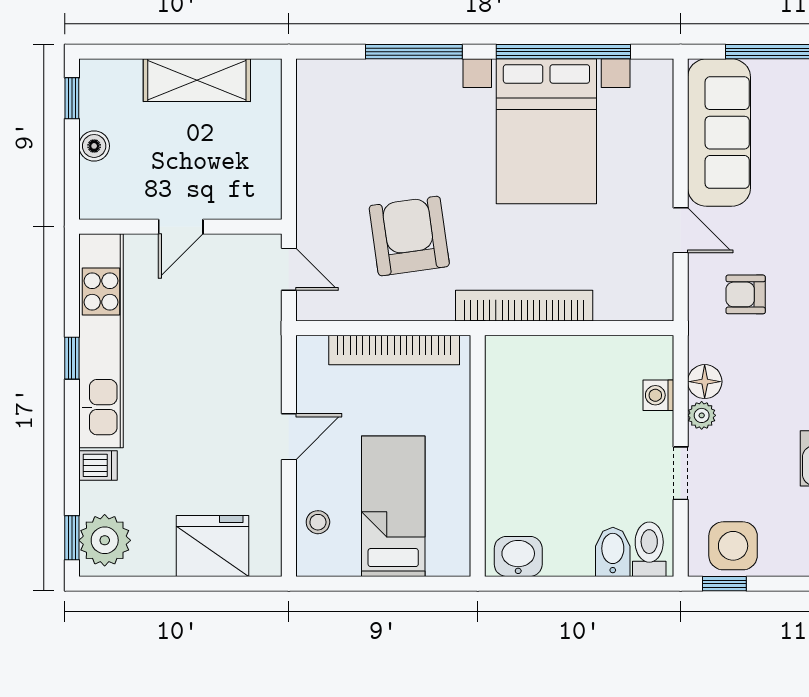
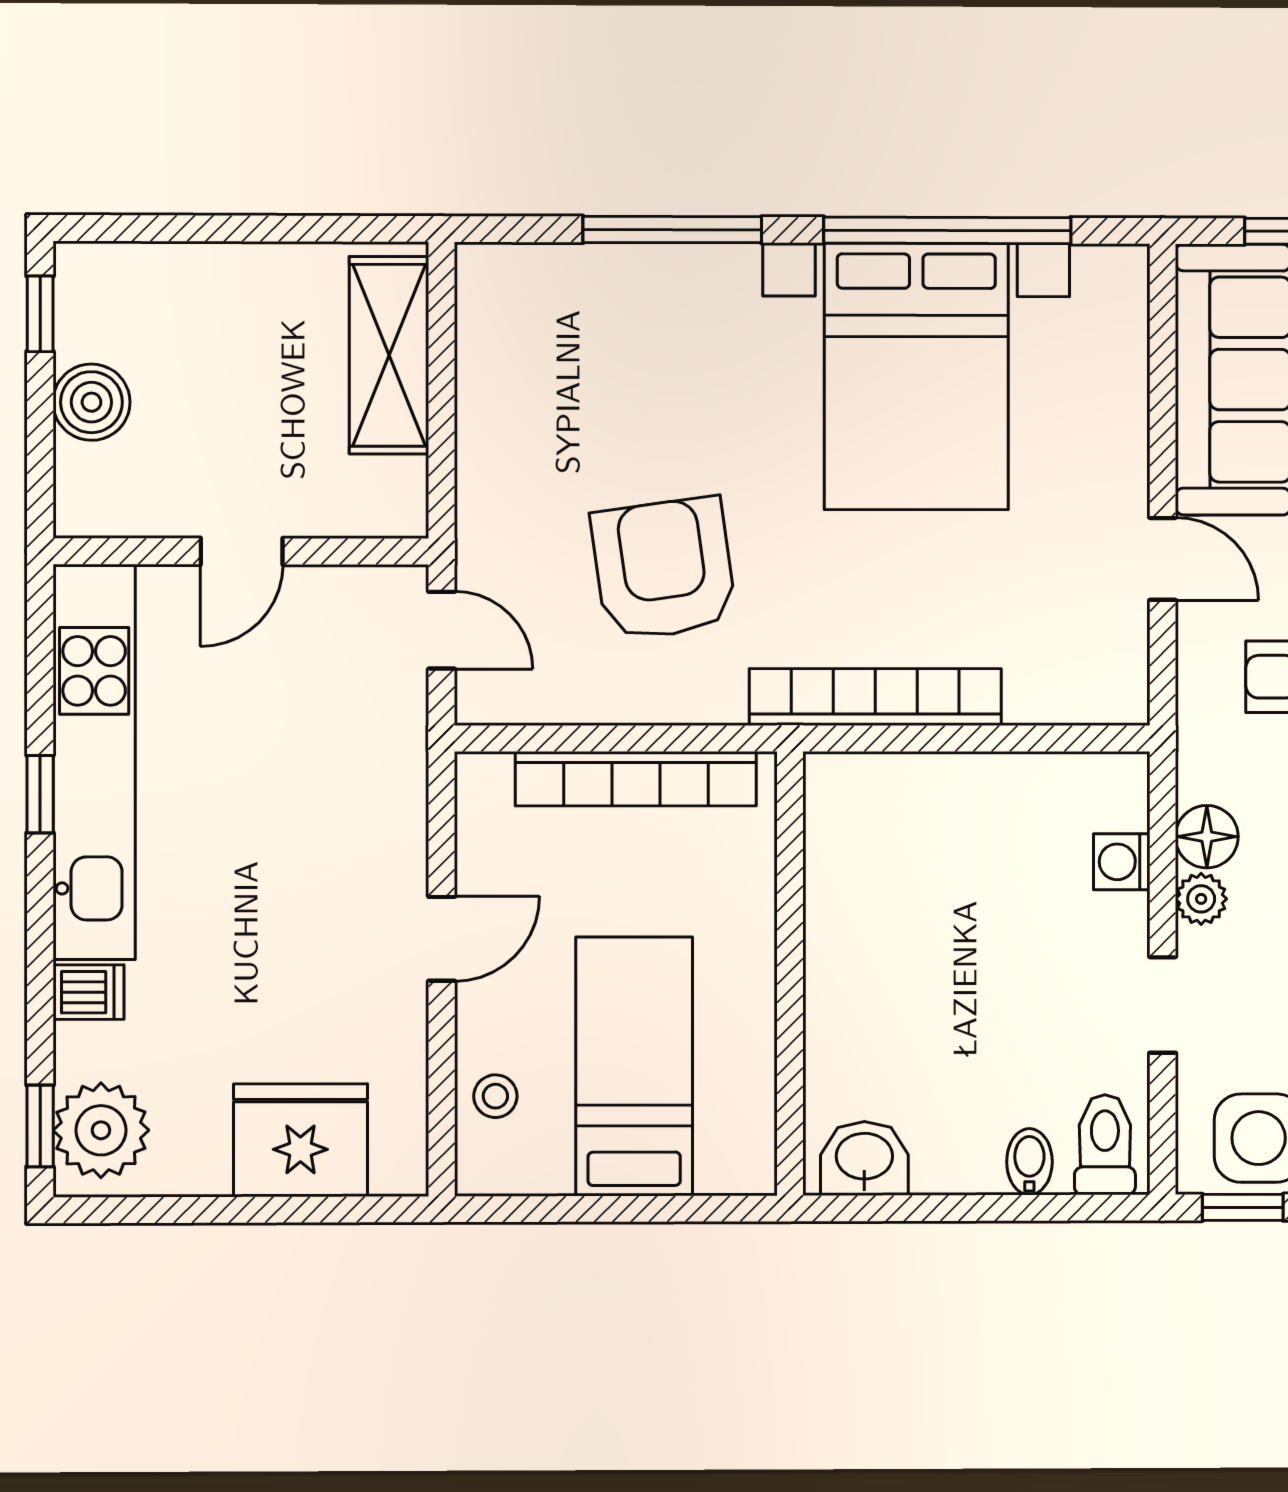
shelving: (197, 80) -> (389, 355), moved, turned 90
boiler: (94, 146) -> (91, 402), width x1.36, depth x1.36
bidet: (613, 552) -> (1029, 1162), width x0.72, depth x0.74

